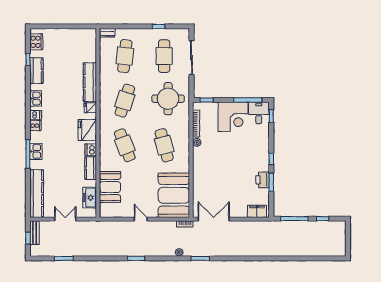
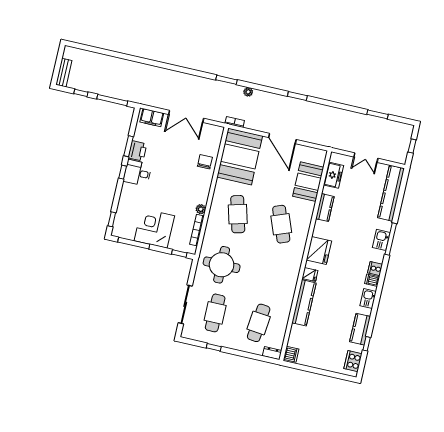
cafe table: (125, 101) -> (270, 274), removed
desk: (259, 113) -> (137, 173), moved, turned 90
dishwasher: (91, 150) -> (291, 354), moved
chair: (203, 184) -> (205, 162), added
door: (141, 219) -> (282, 138), width x1.87
double door: (214, 219) -> (186, 116), moved
bench: (35, 233) -> (64, 73), moved

